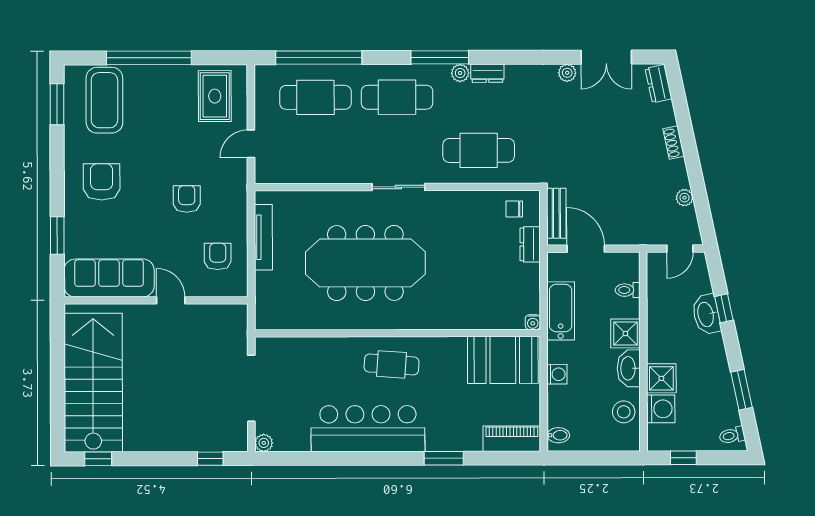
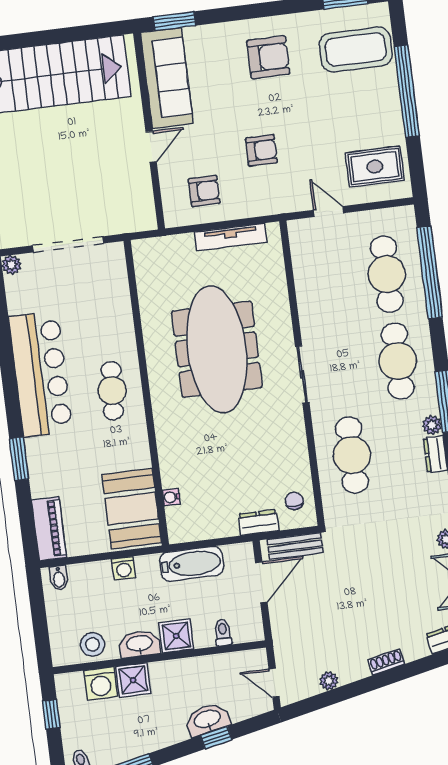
window: (57, 235) -> (174, 21), moved
water cooler: (533, 322) -> (171, 497), moved

